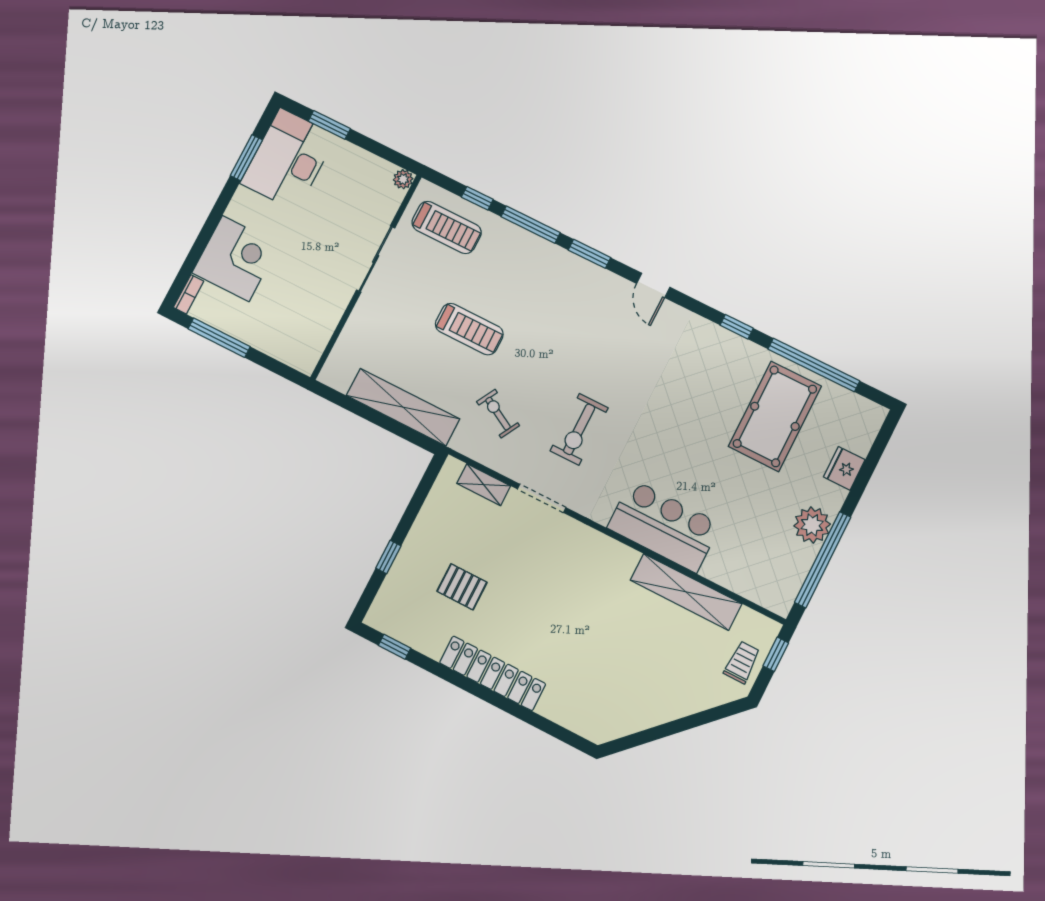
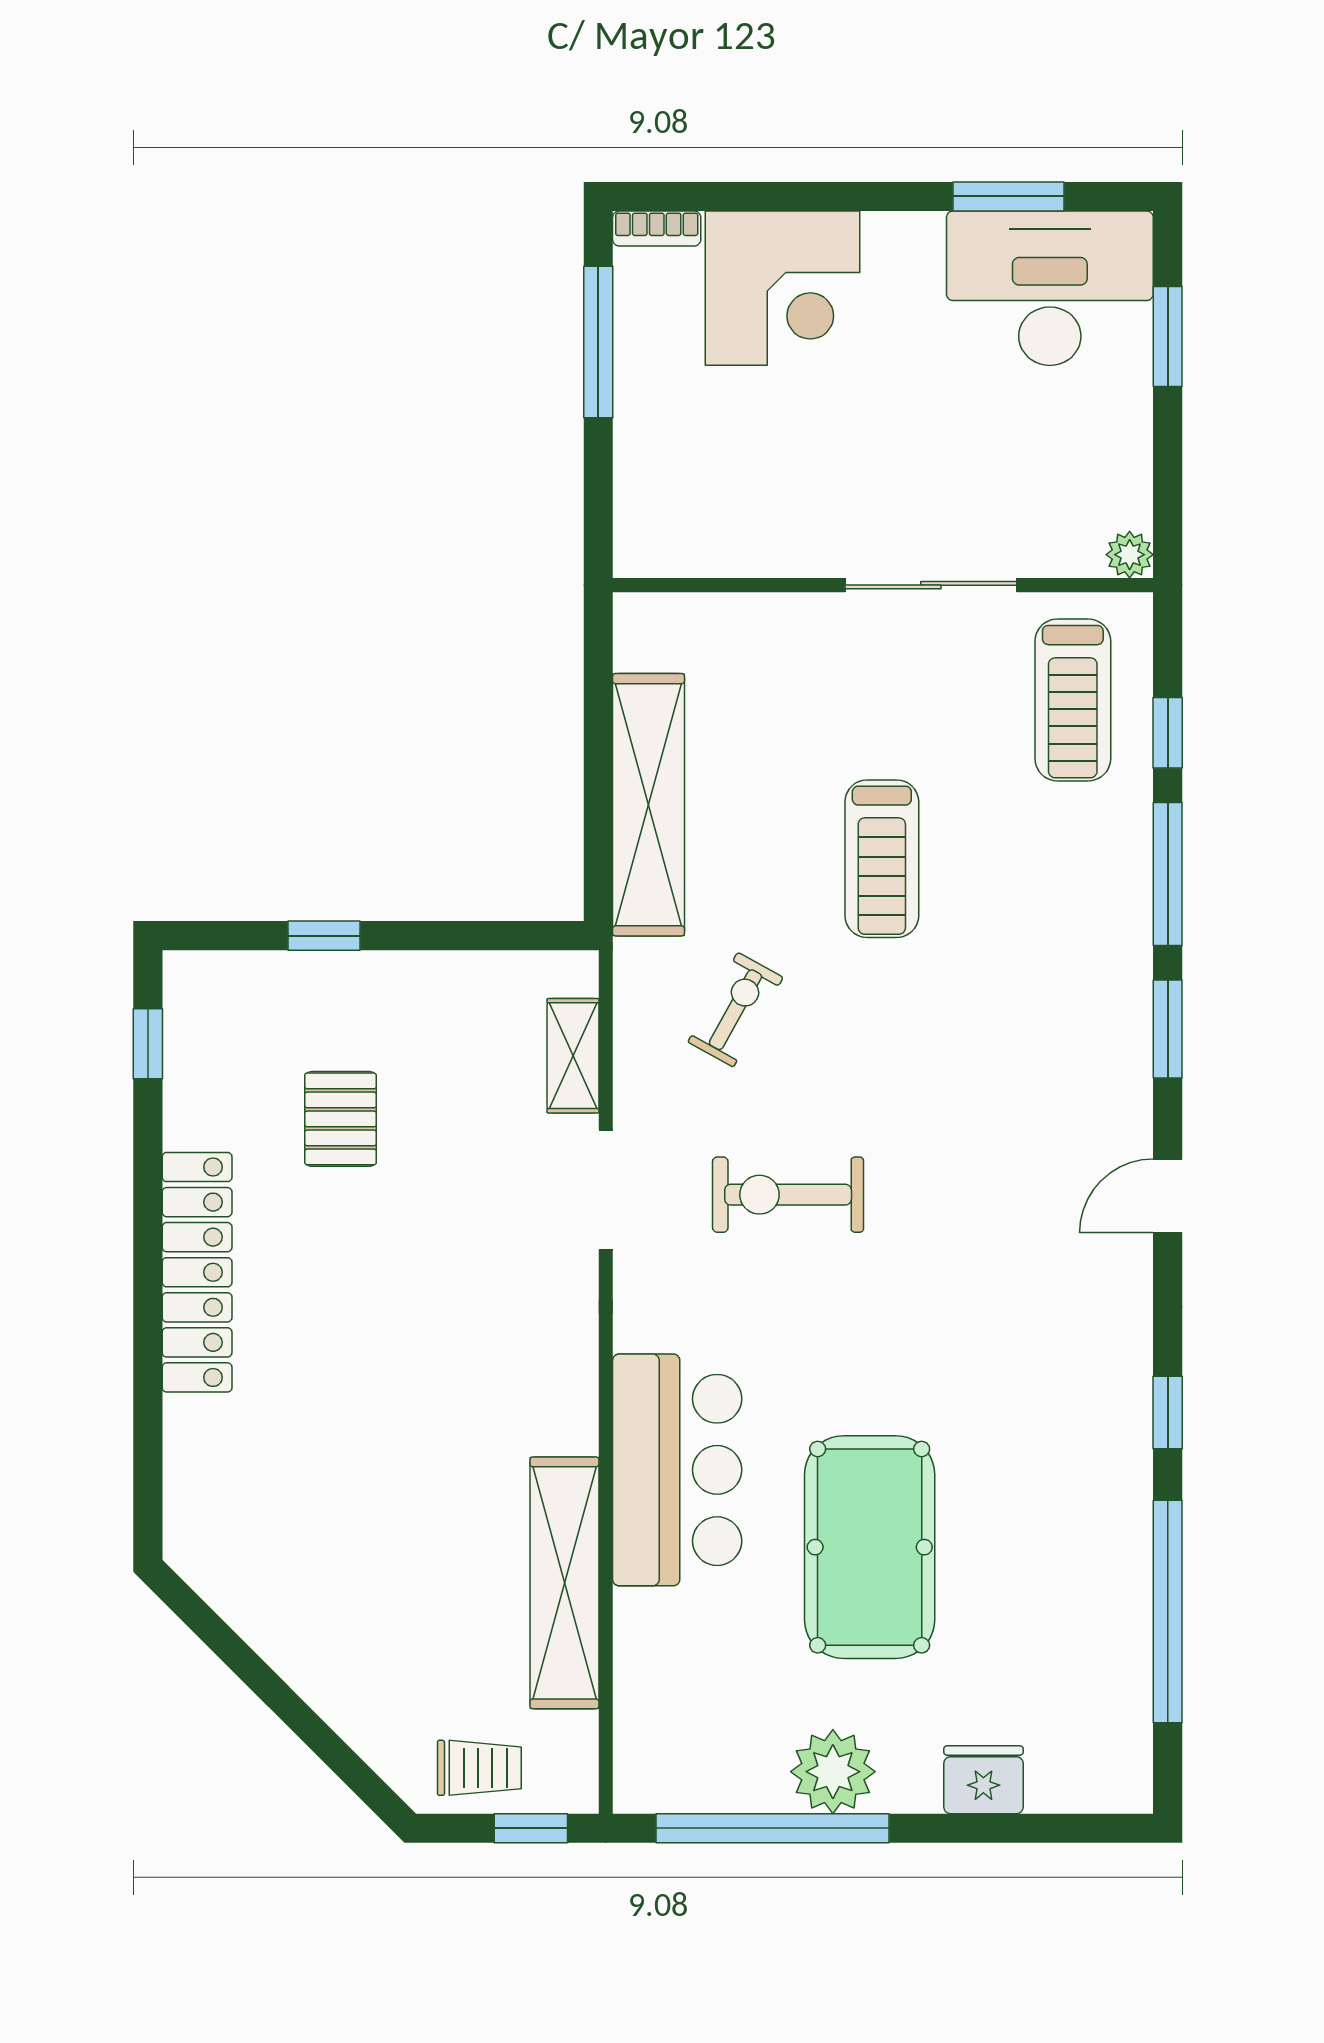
pool table: (775, 416) -> (870, 1547), moved, turned 90

